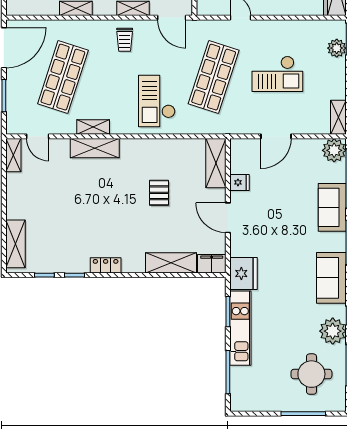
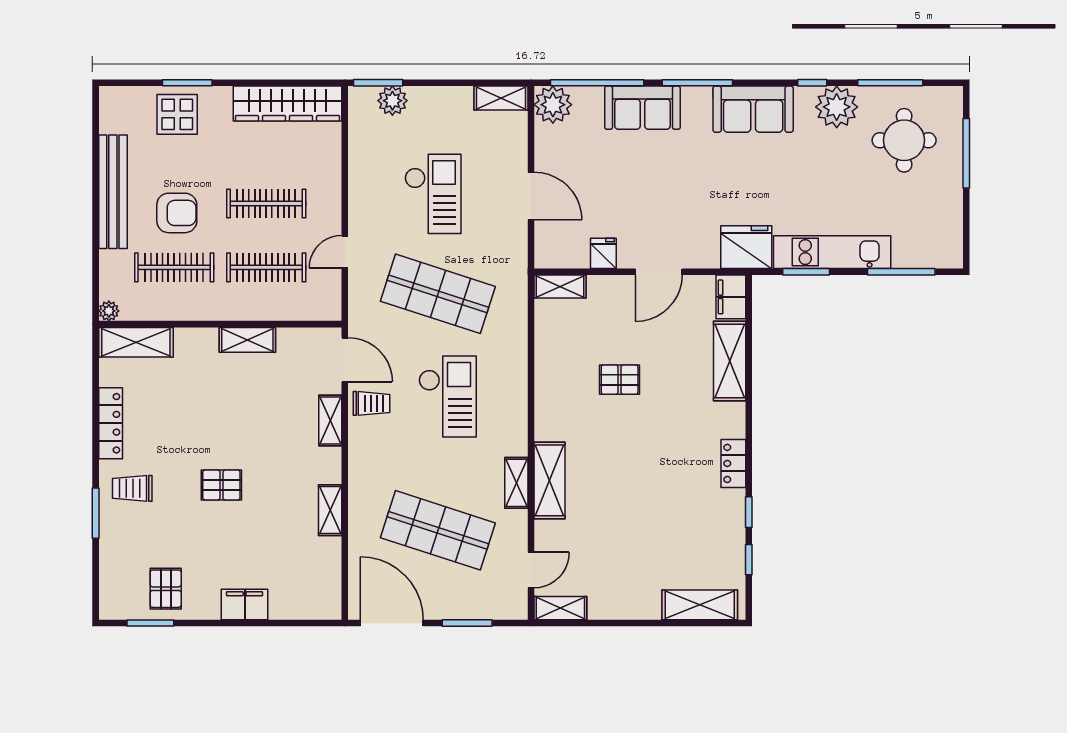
door: (172, 18) -> (345, 360), hinge flipped
trolley: (125, 40) -> (372, 403), moved
checkout: (157, 101) -> (448, 396), moved, turned -90
shelving: (216, 163) -> (560, 286), width x0.67, depth x0.75

